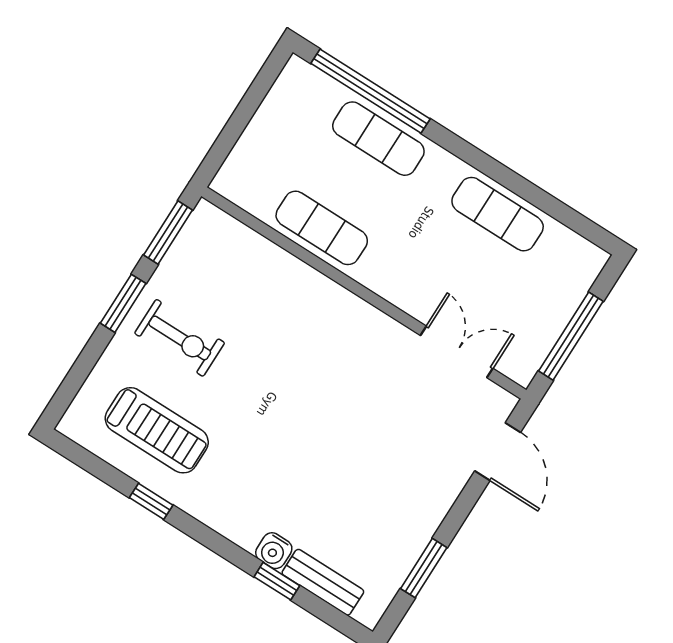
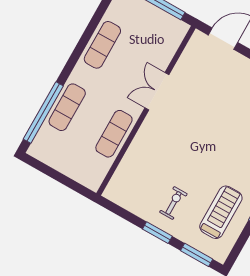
window: (168, 232) -> (197, 255), moved
exercise bike: (180, 338) -> (173, 203), width x0.73, depth x0.72
double door: (457, 352) -> (157, 91), moved

